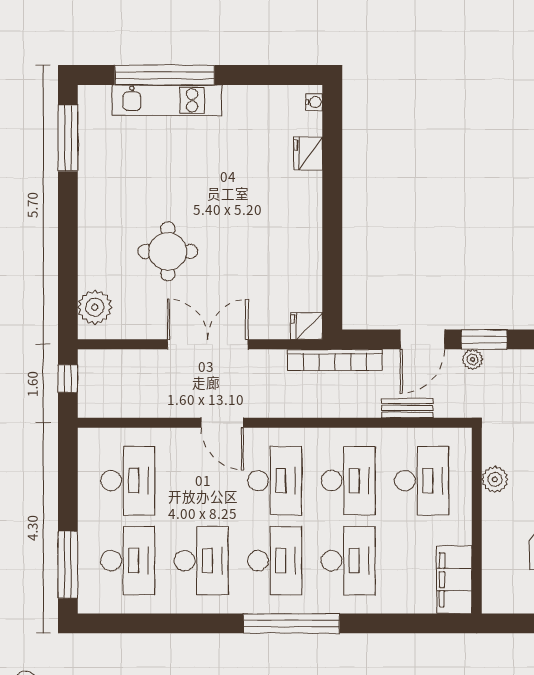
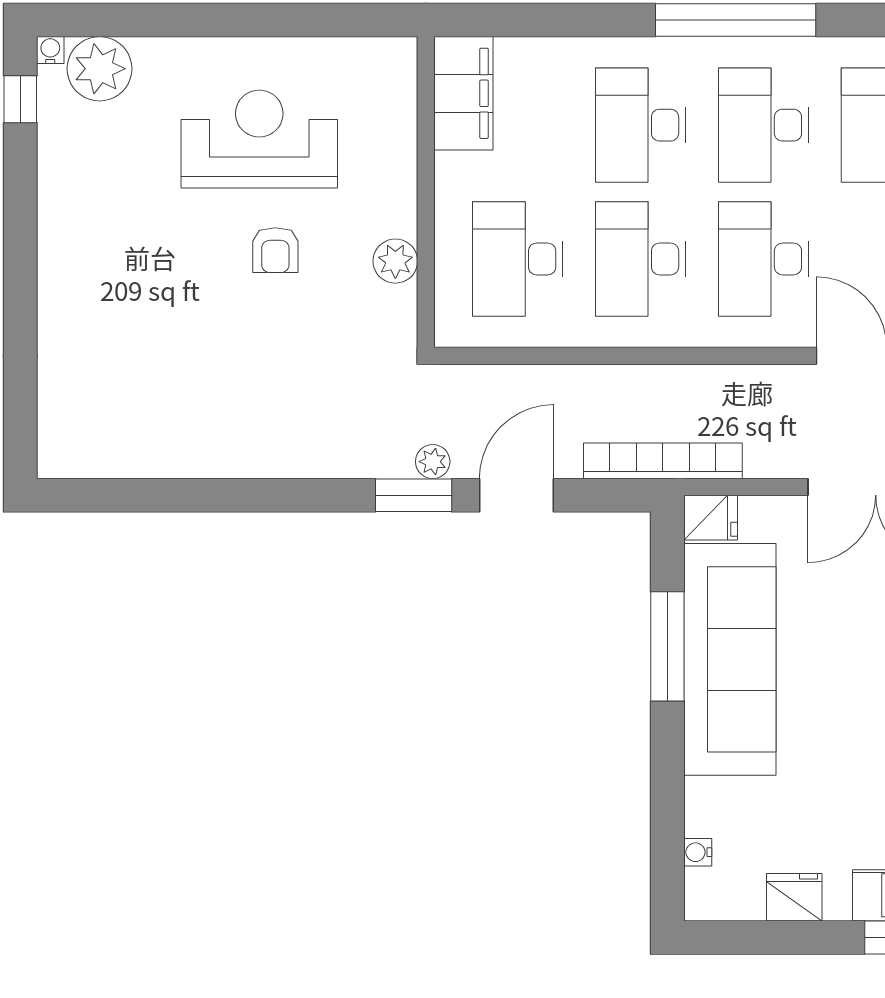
water cooler: (314, 102) -> (698, 852), moved
fridge: (308, 153) -> (794, 897), moved, turned -90
sofa: (295, 241) -> (730, 659), added
window: (332, 249) -> (667, 646), added
bench: (407, 408) -> (542, 380), removed

